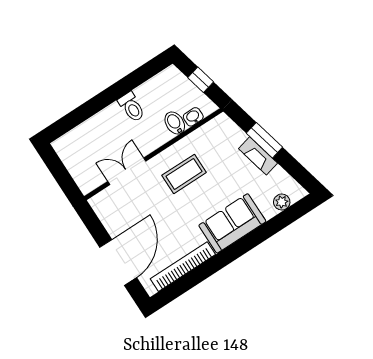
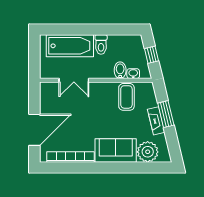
bathtub: (95, 133) -> (70, 46), added
double door: (127, 171) -> (74, 80), swing flipped
coffee table: (184, 174) -> (126, 97), moved, turned 90
plant: (282, 202) -> (148, 152), width x1.88, depth x1.88

